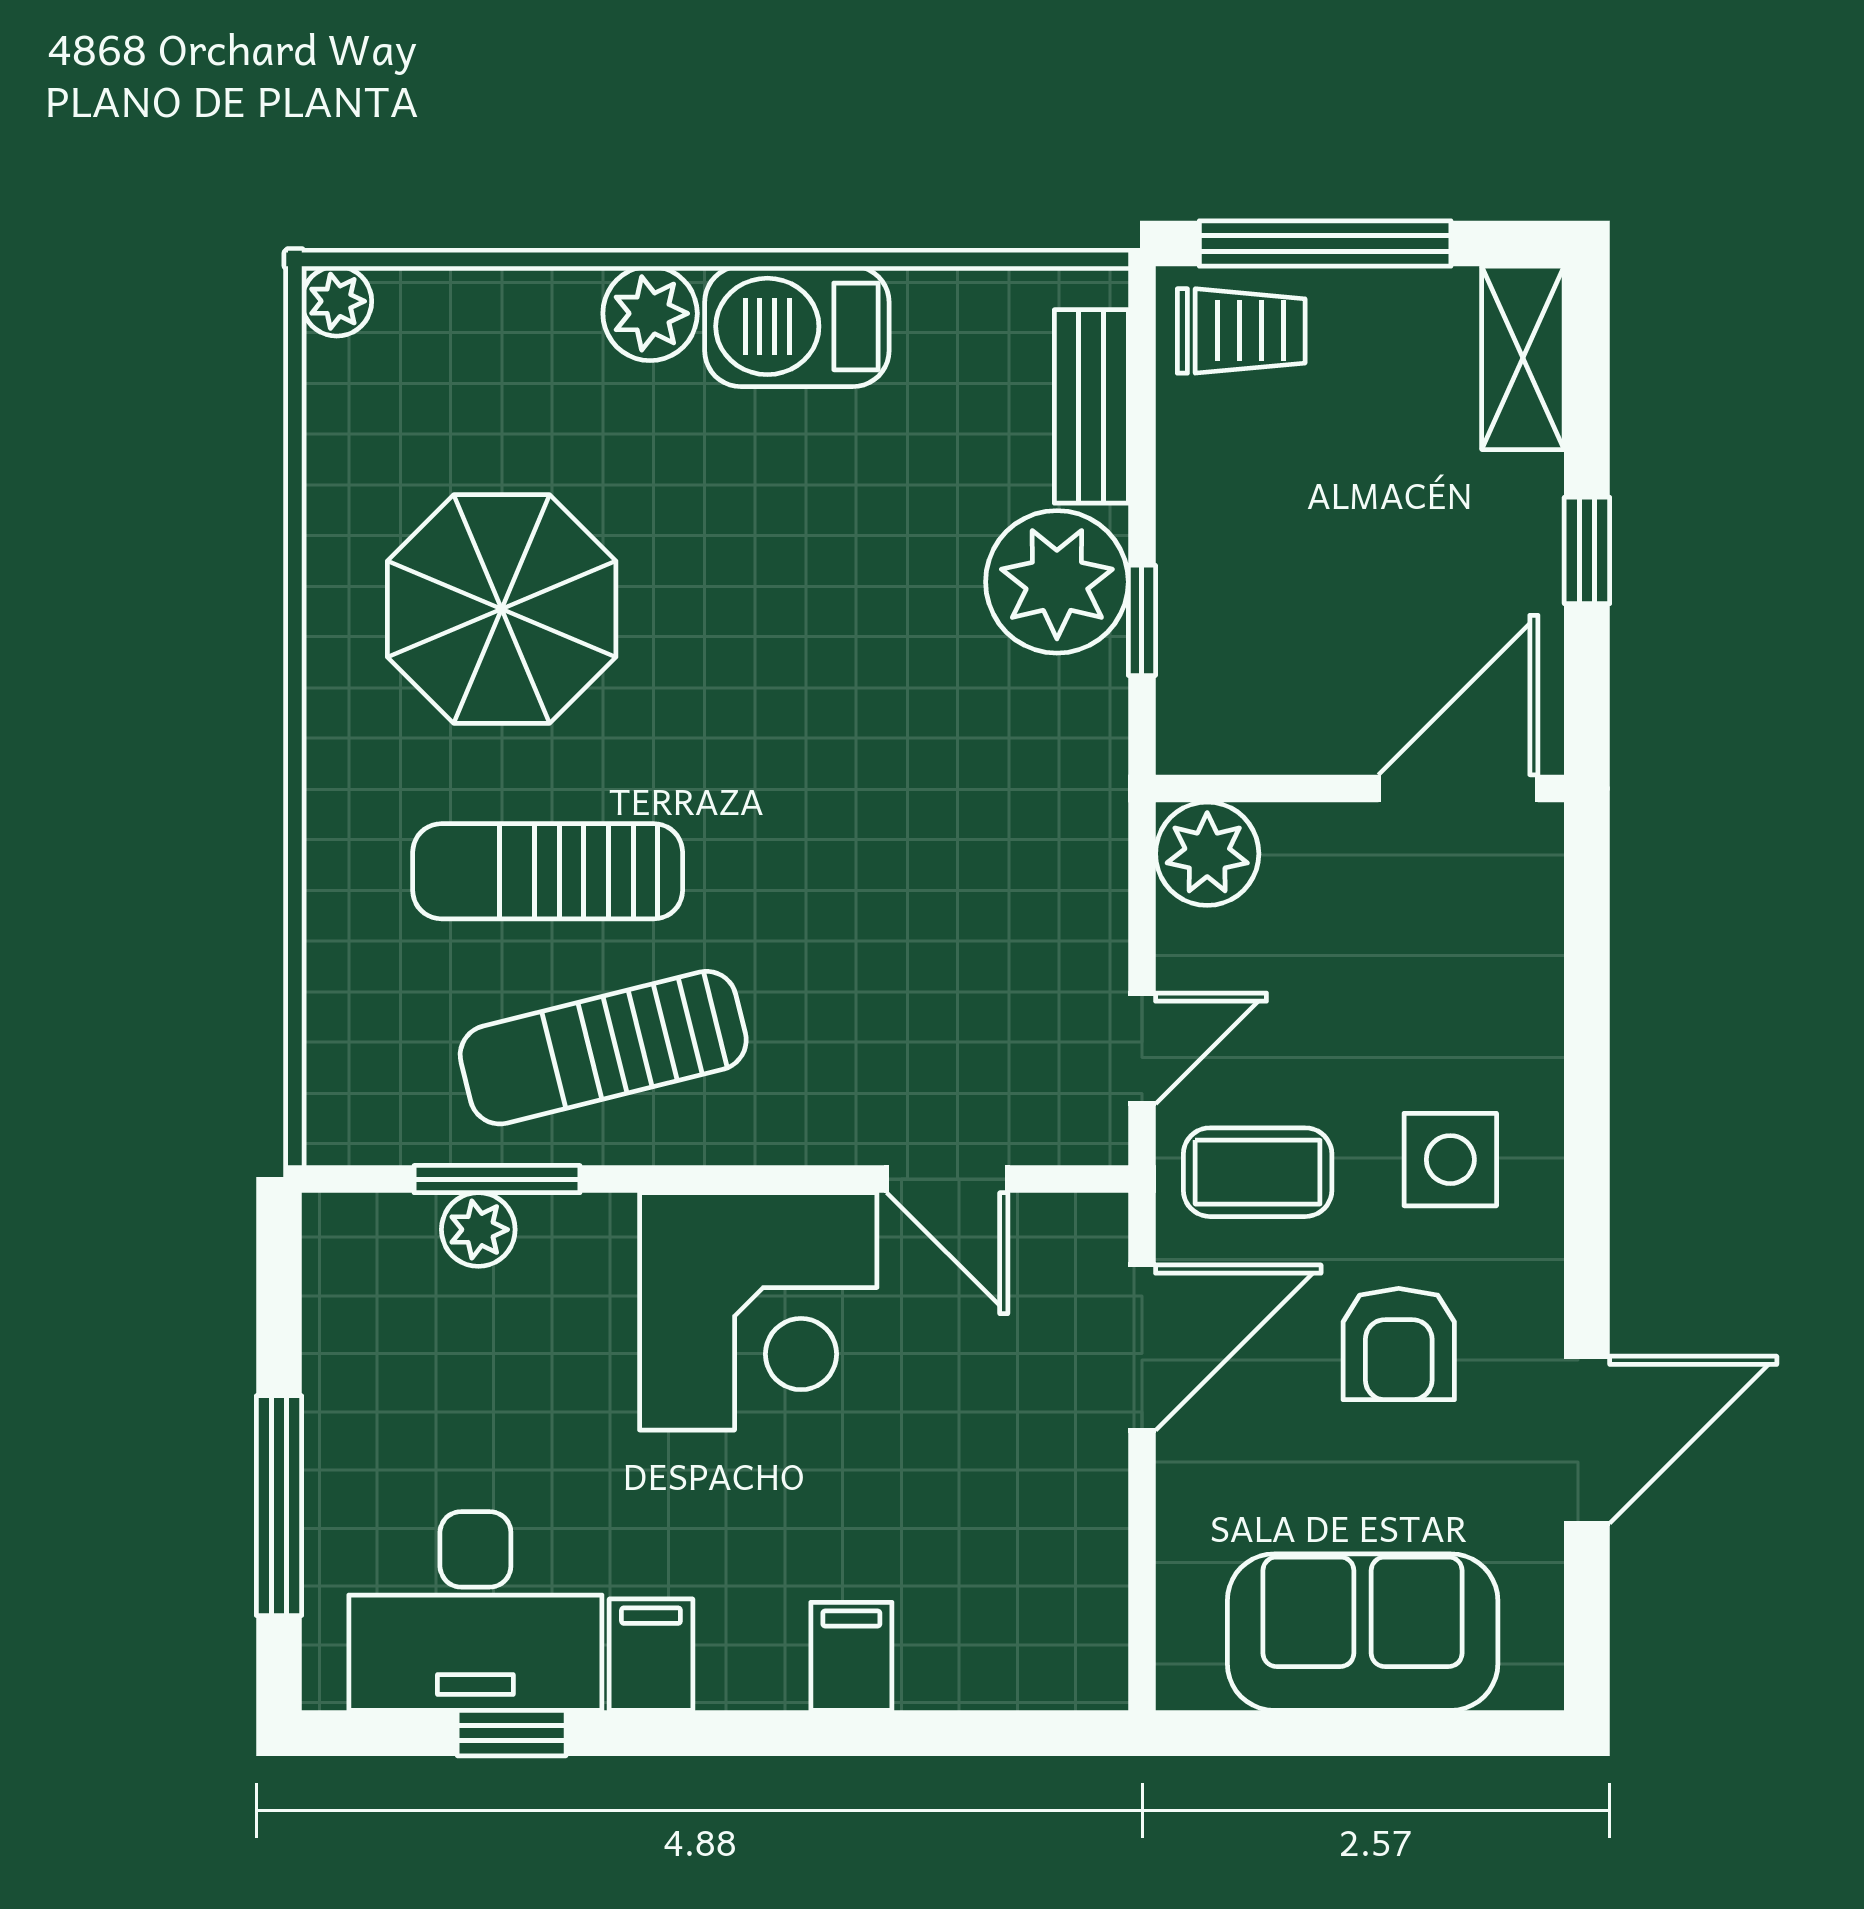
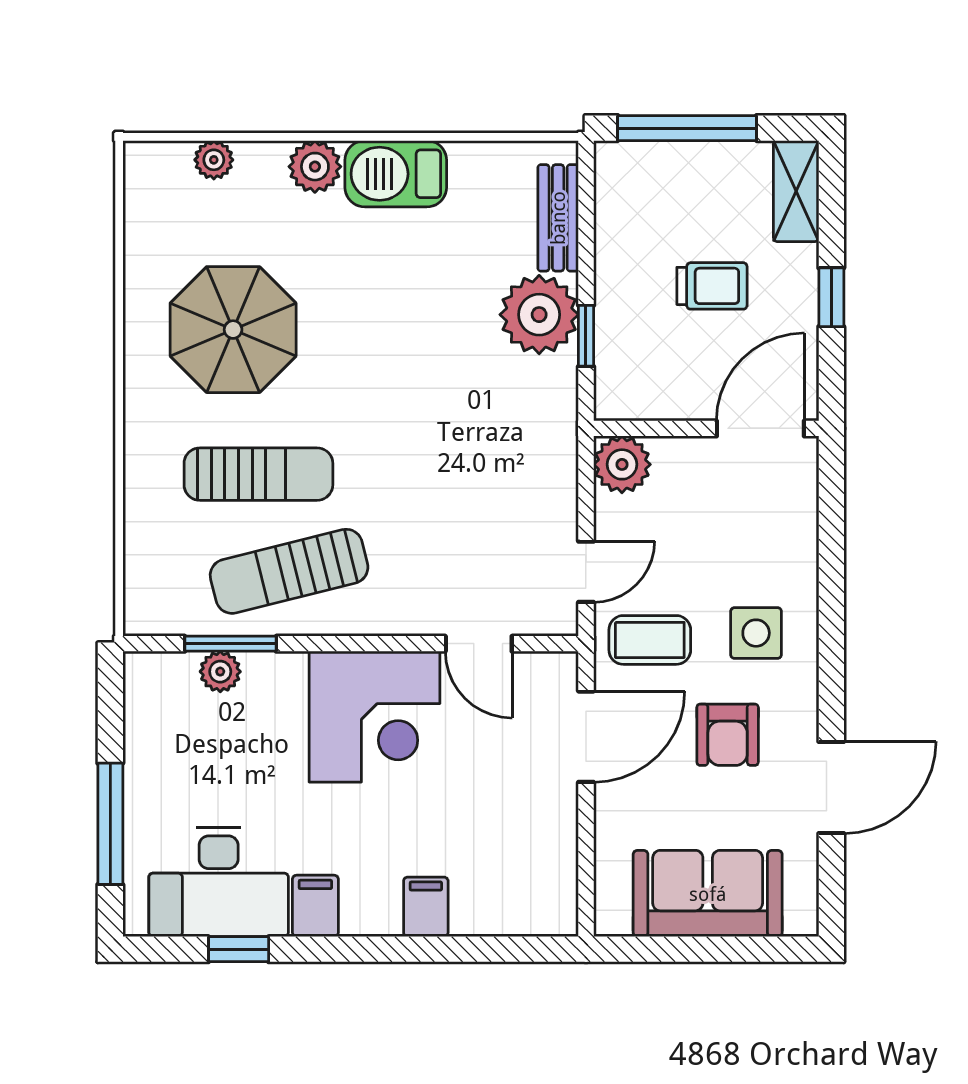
plant: (337, 301) -> (214, 160), moved
trolley: (1241, 331) -> (712, 286), moved
sun lounger: (548, 871) -> (258, 474), turned 180

